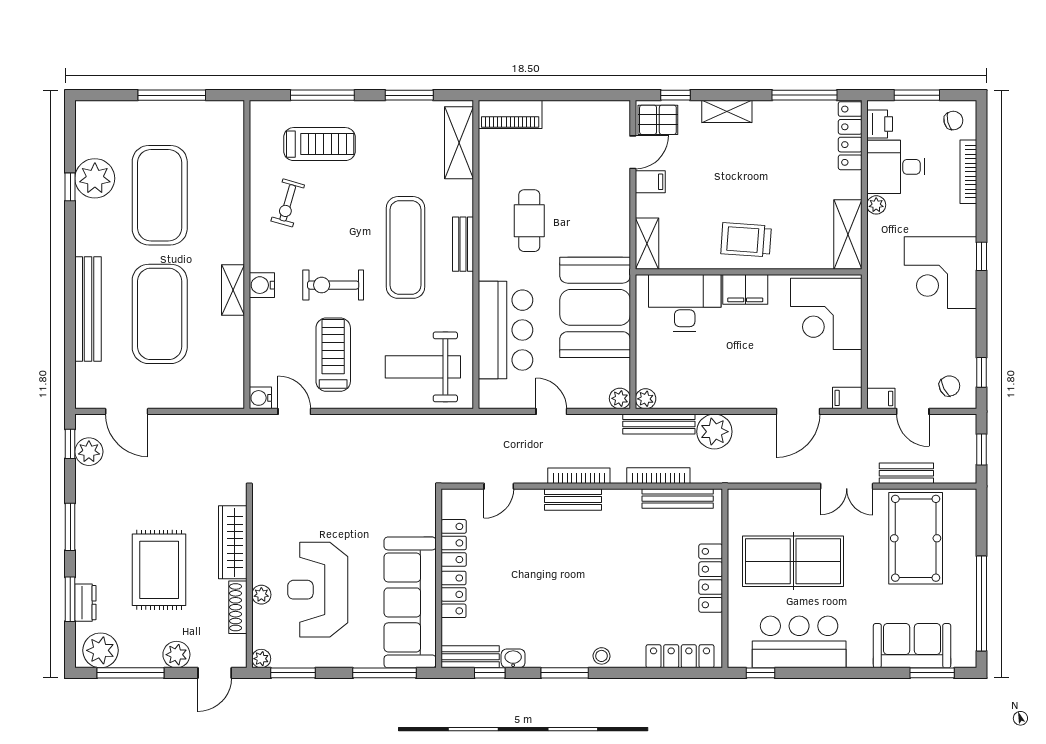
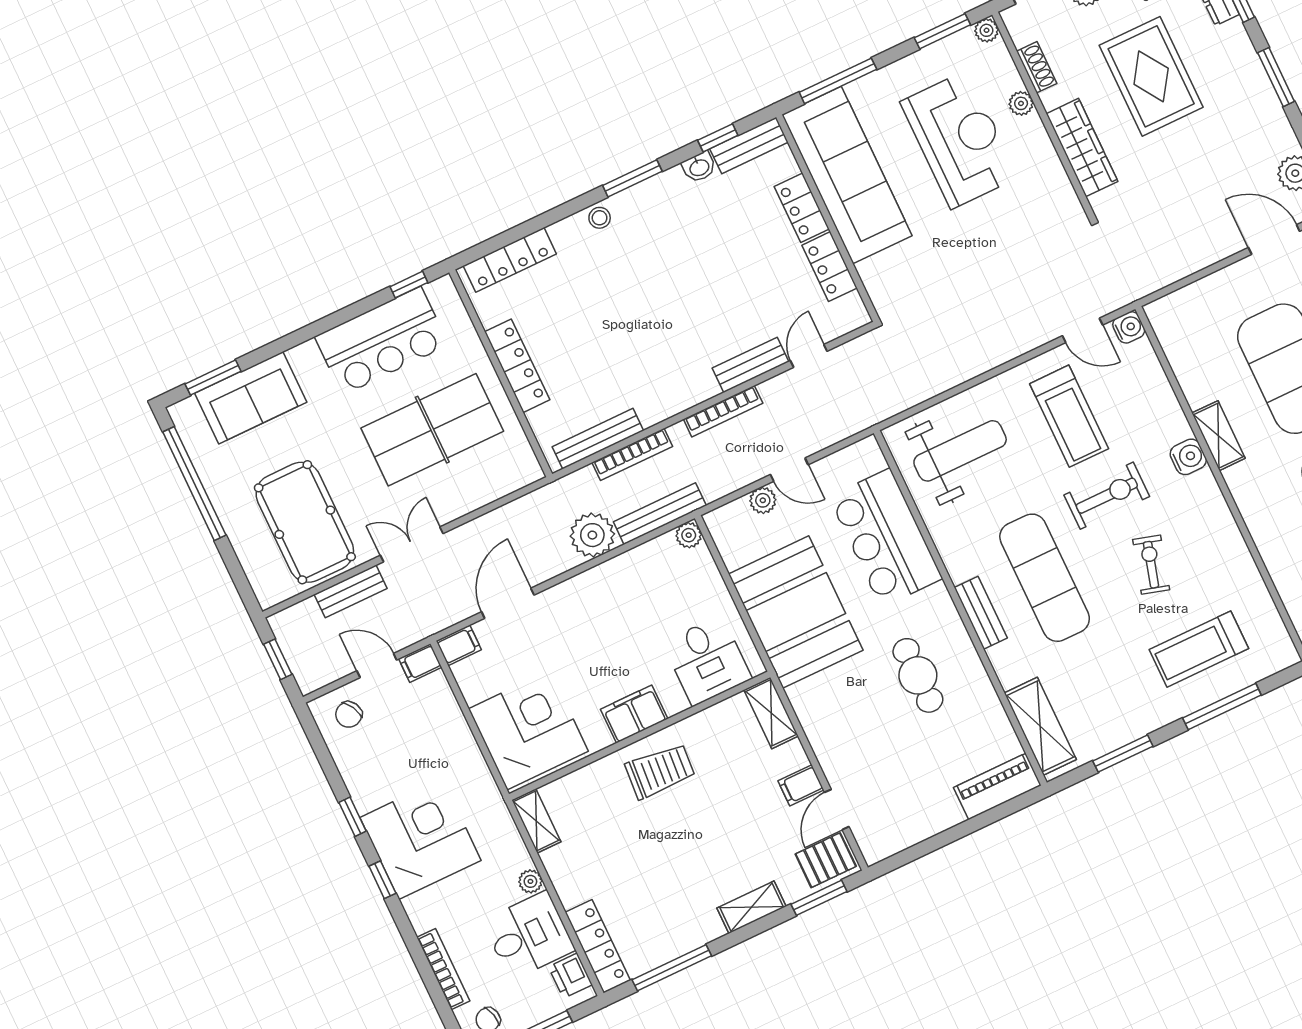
window: (675, 95) -> (819, 898), width x1.50
exercise bike: (288, 203) -> (1151, 565), moved
shelving: (848, 235) -> (536, 821), width x0.67, depth x0.75
desk: (685, 303) -> (707, 660), width x0.73
window: (981, 372) -> (353, 817), moved
plant: (620, 398) -> (763, 500), moved
bench: (573, 500) -> (750, 365), moved
shoe rack: (238, 607) -> (1037, 67), width x0.70

